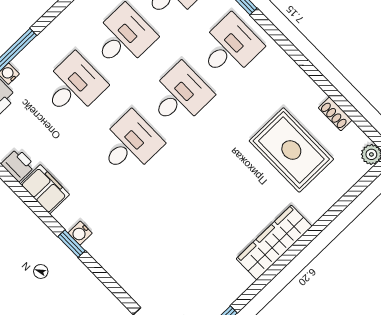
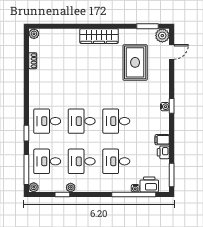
rug: (291, 150) -> (135, 62), moved
filing cabinet: (45, 189) -> (162, 140), width x0.50

